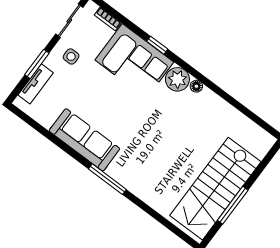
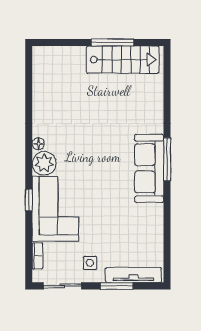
tv unit: (36, 84) -> (133, 275), width x1.41
sofa: (84, 140) -> (149, 168), moved
stairs: (215, 189) -> (123, 60), width x0.73, depth x0.66

